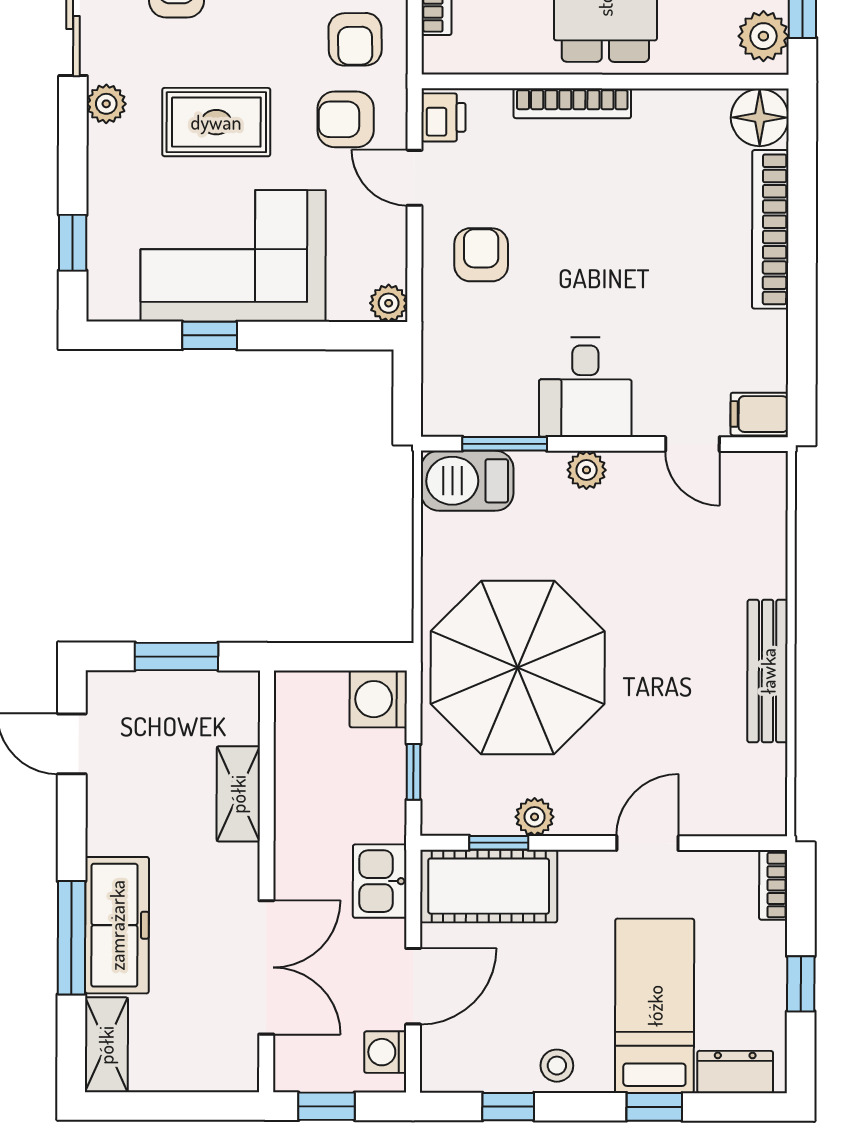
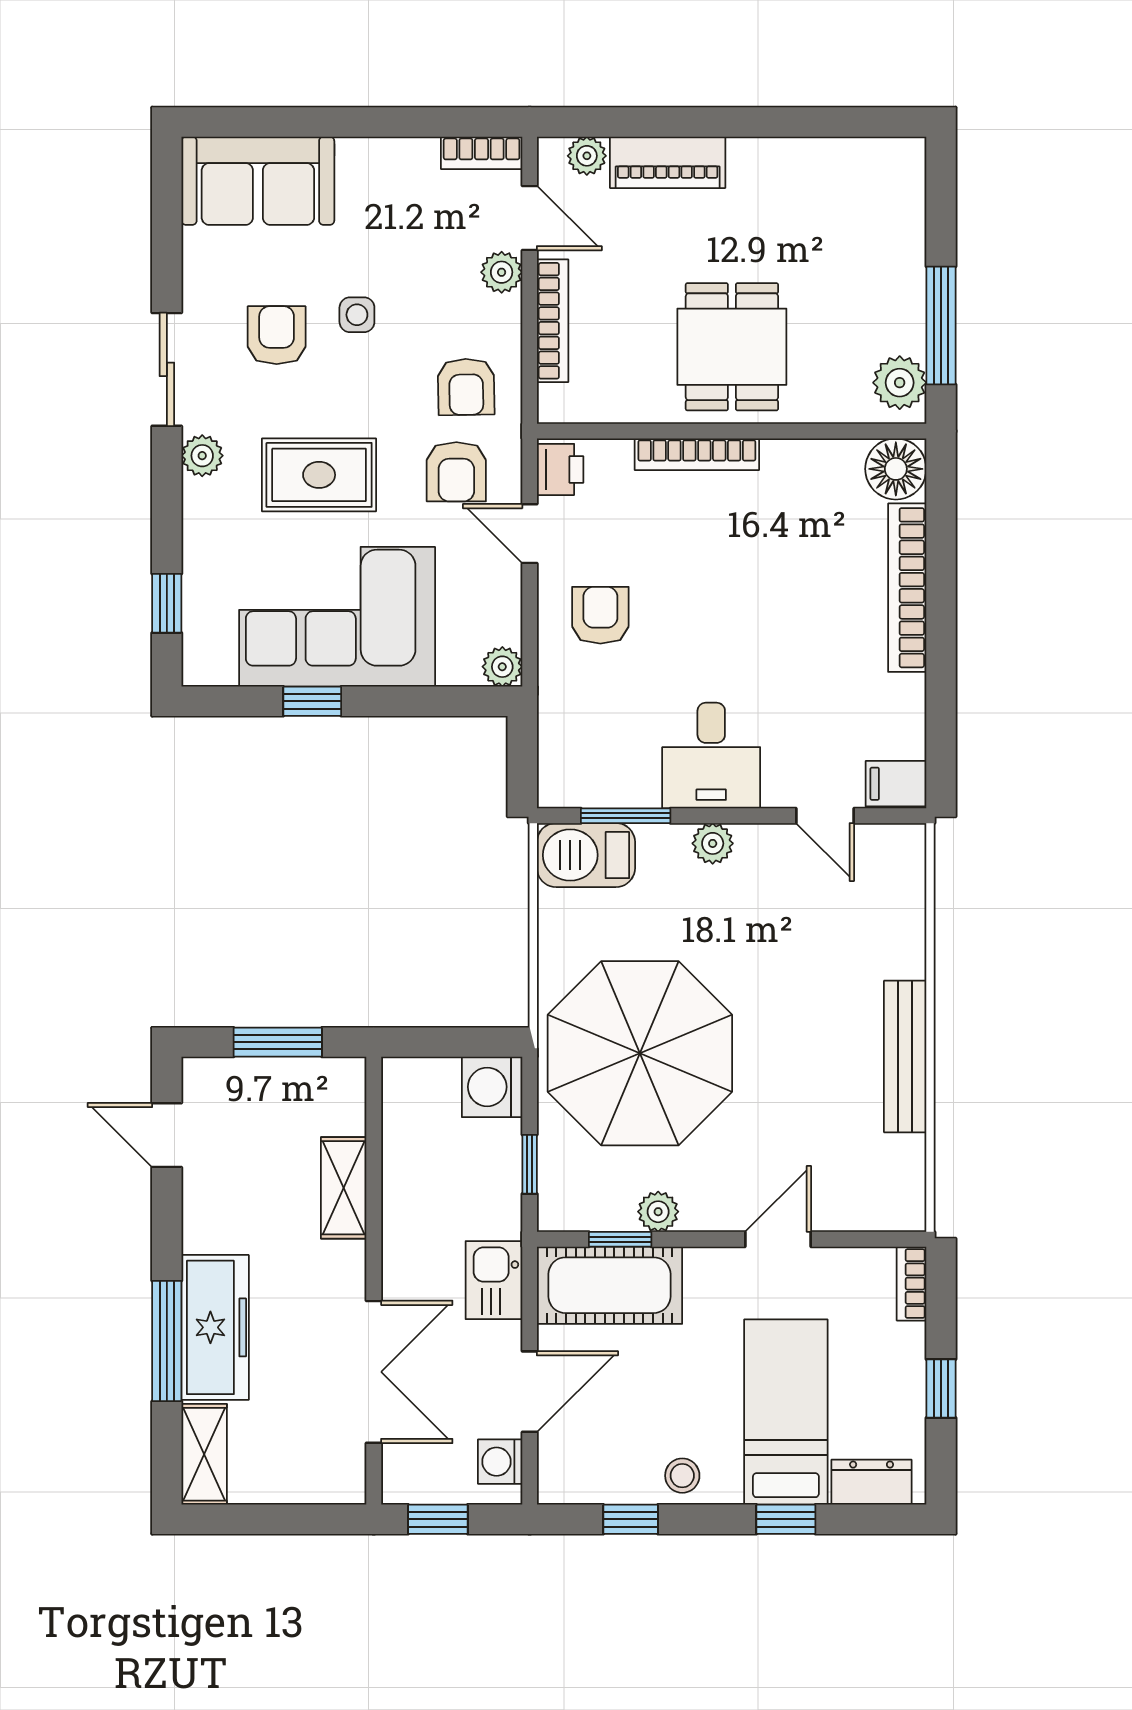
armchair: (346, 119) -> (456, 472), turned -90

